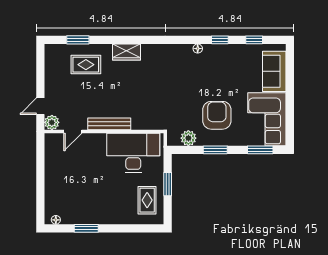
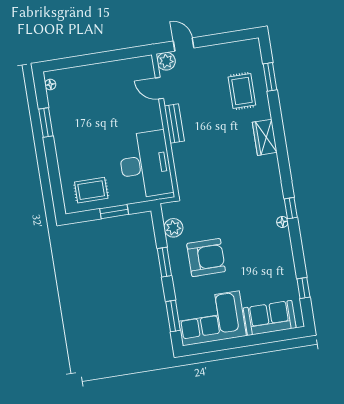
window: (220, 40) -> (291, 208), moved
bench: (109, 124) -> (174, 123), width x0.73

